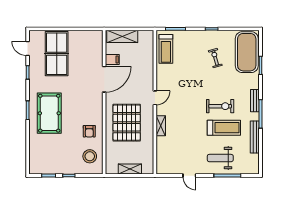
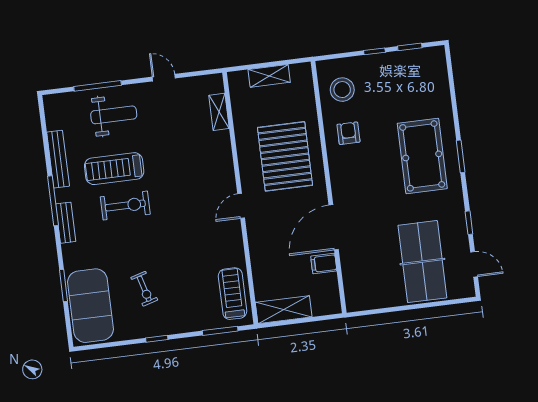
shelving: (122, 36) -> (284, 310), moved
exercise bike: (220, 106) -> (125, 205), turned 180
shelving: (161, 126) -> (219, 112), moved

